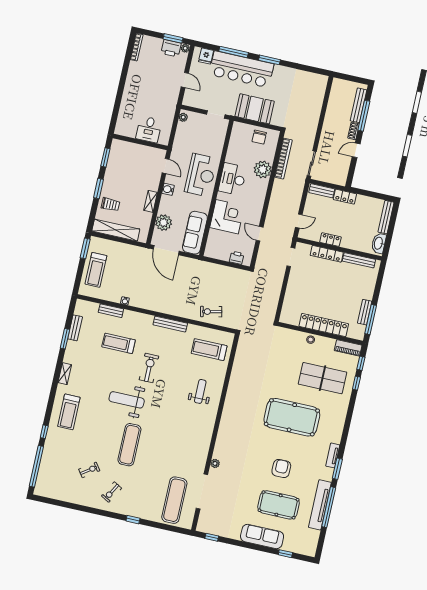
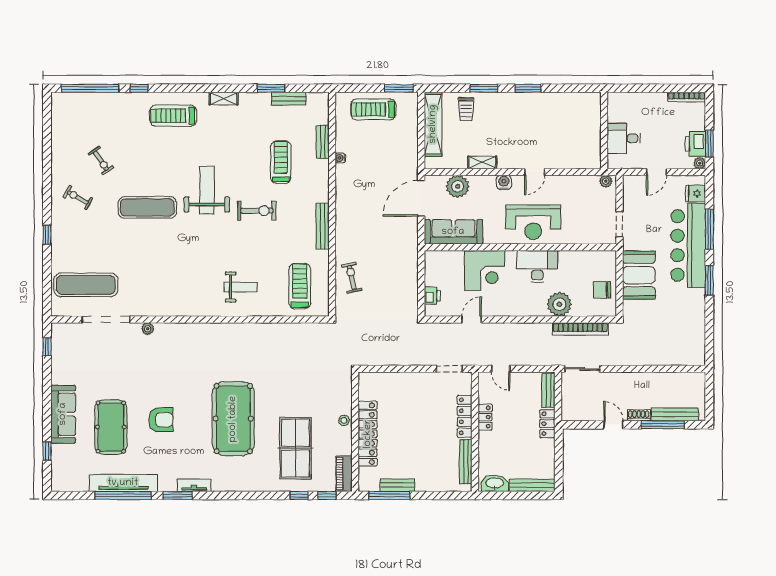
desk: (149, 129) -> (624, 138), moved
wall: (140, 142) -> (604, 131), moved

